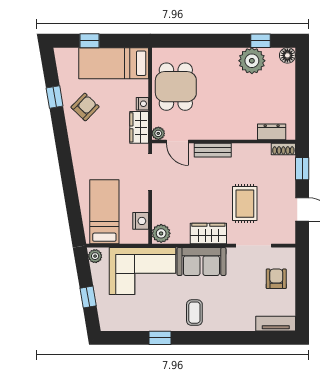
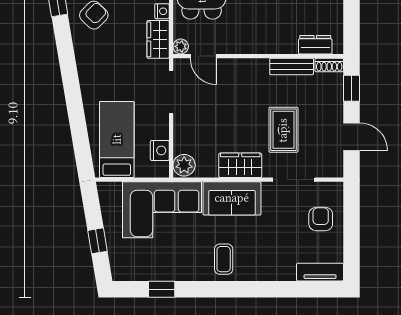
bench: (213, 150) -> (292, 66), moved
plant: (95, 256) -> (106, 192), removed
window: (160, 338) -> (162, 289), moved

